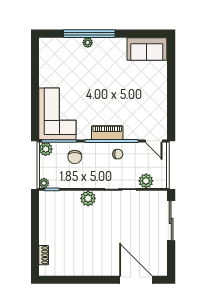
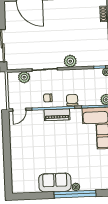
sofa: (147, 49) -> (55, 182), moved
door: (154, 141) -> (19, 110), swing flipped
chair: (75, 157) -> (72, 100), moved

